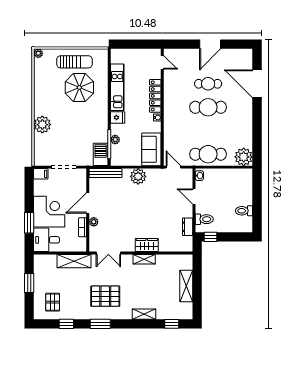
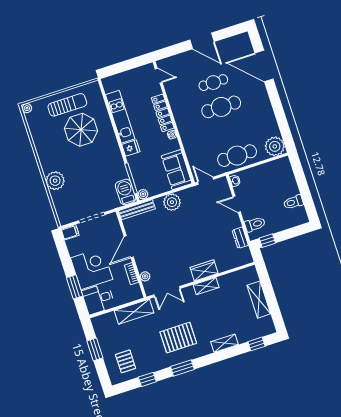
door: (210, 44) -> (202, 41), hinge flipped
plant: (115, 140) -> (143, 194), moved
plant: (94, 222) -> (145, 276), moved

